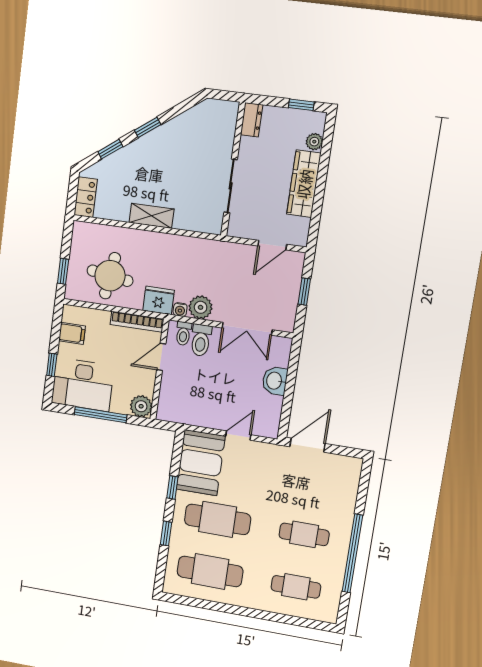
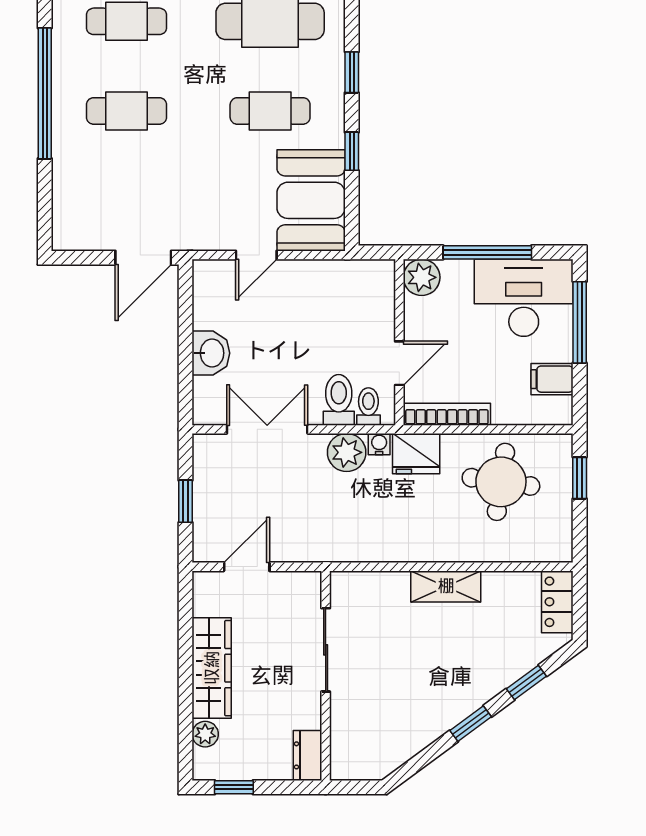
window: (52, 365) -> (580, 322), width x2.17
cafe table: (218, 519) -> (270, 111), width x0.73, depth x0.74

